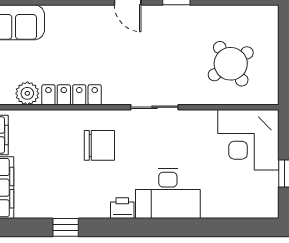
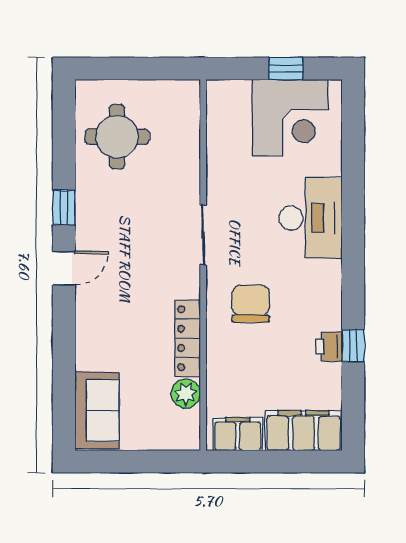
round table: (231, 64) -> (117, 137), moved, turned 34
corner desk: (248, 140) -> (290, 117), moved
printer: (122, 208) -> (329, 347), moved

